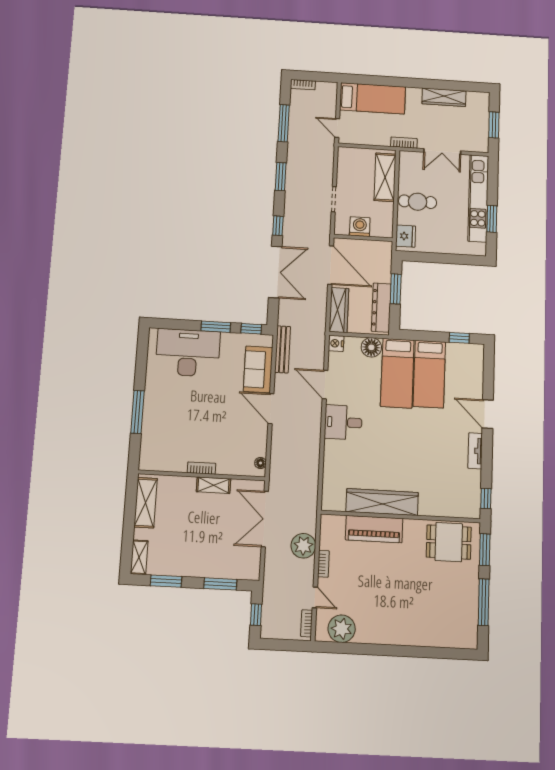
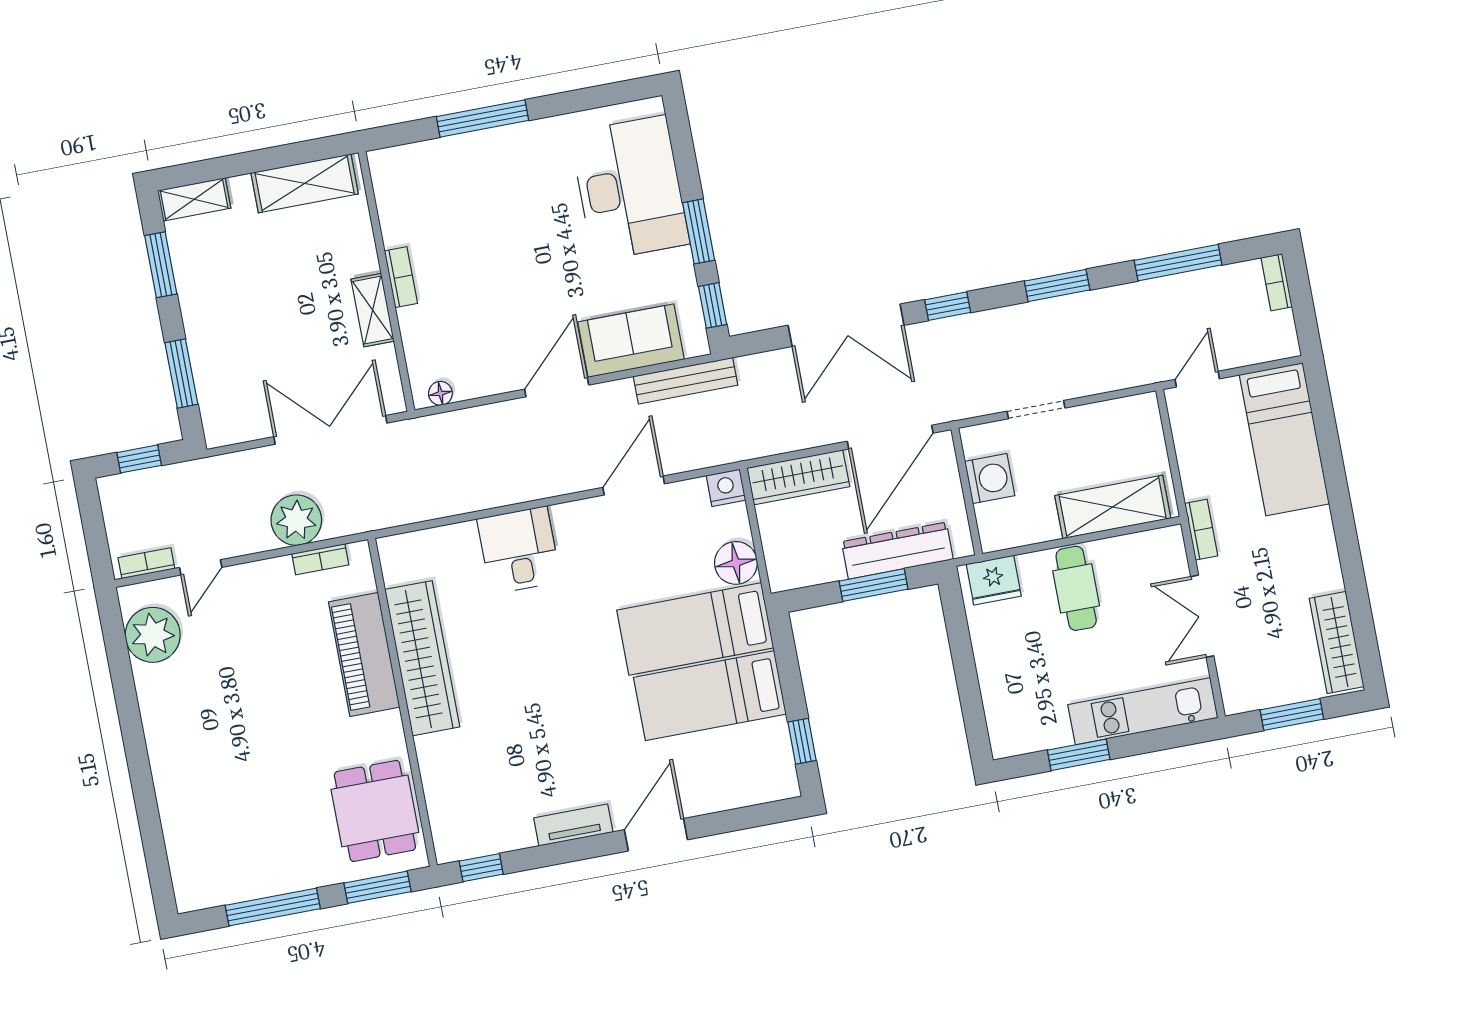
wardrobe: (444, 97) -> (1337, 642), moved
kitchen unit: (478, 198) -> (1143, 711), width x0.73
dresser: (381, 308) -> (897, 551), moved
desk: (343, 422) -> (519, 550), moved
bookcase: (323, 564) -> (320, 559), moved

